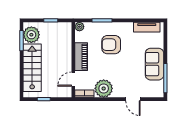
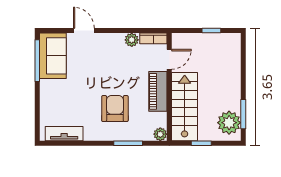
armchair: (111, 45) -> (115, 109), turned -90
sofa: (154, 64) -> (53, 56), moved
stairs: (32, 68) -> (185, 107), moved, turned 180
plant: (104, 88) -> (132, 40), width x0.53, depth x0.53

